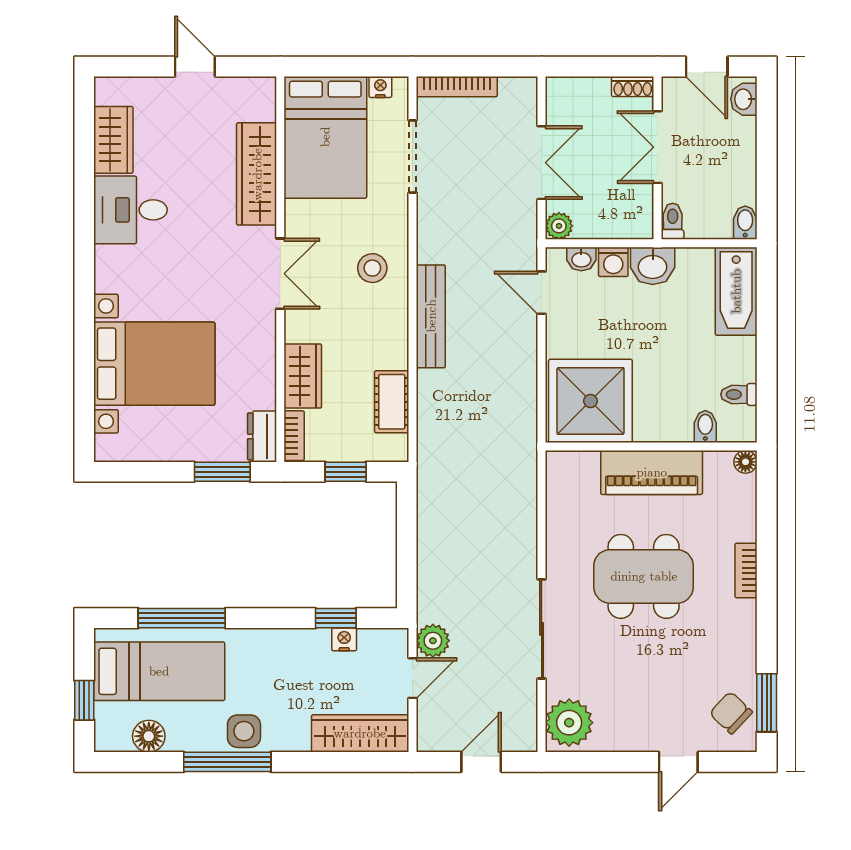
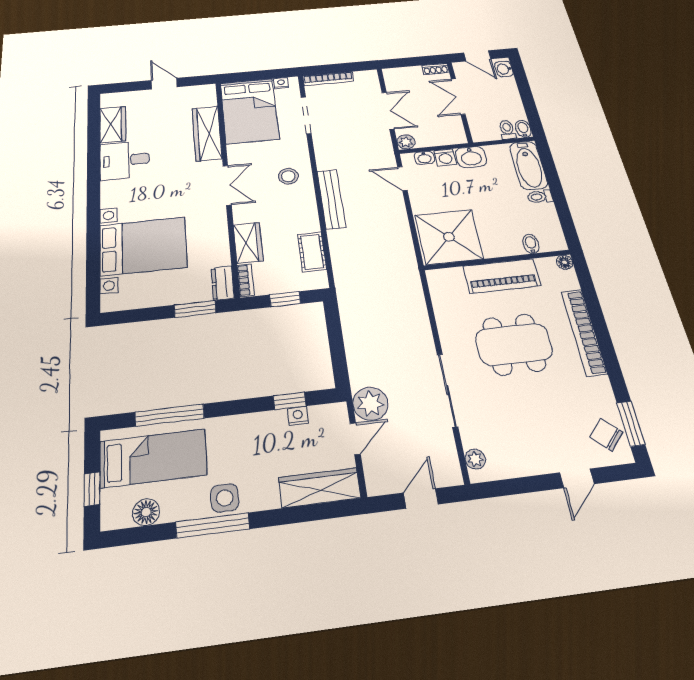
toilet: (673, 221) -> (507, 130), moved
toilet: (739, 394) -> (540, 197), moved
bookcase: (746, 570) -> (584, 332), width x2.31, depth x1.31
plant: (433, 641) -> (370, 404), width x1.36, depth x1.36
plant: (569, 723) -> (475, 459), width x0.53, depth x0.53

